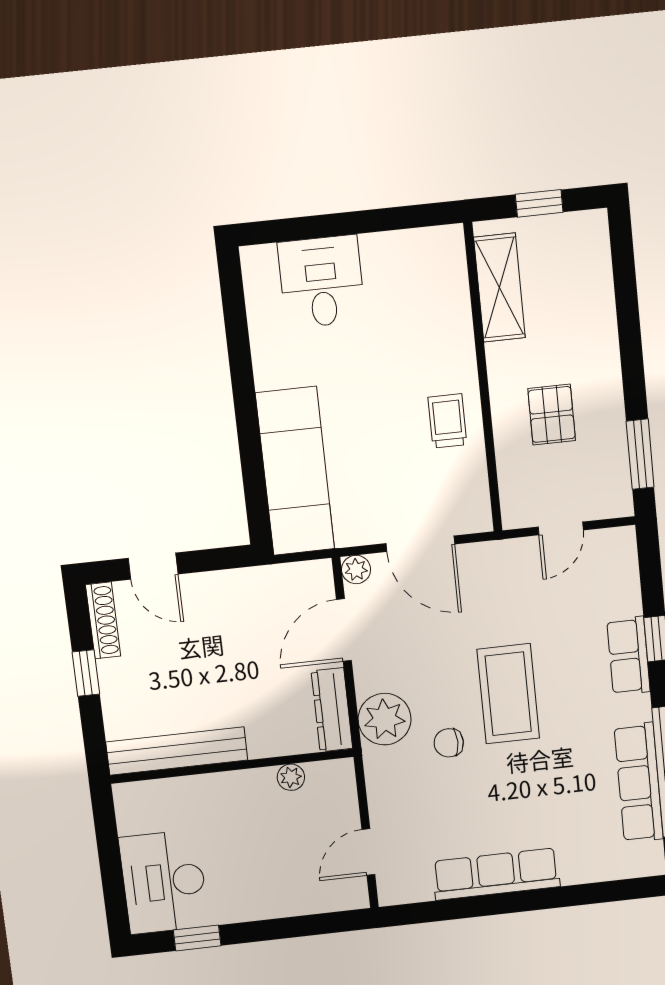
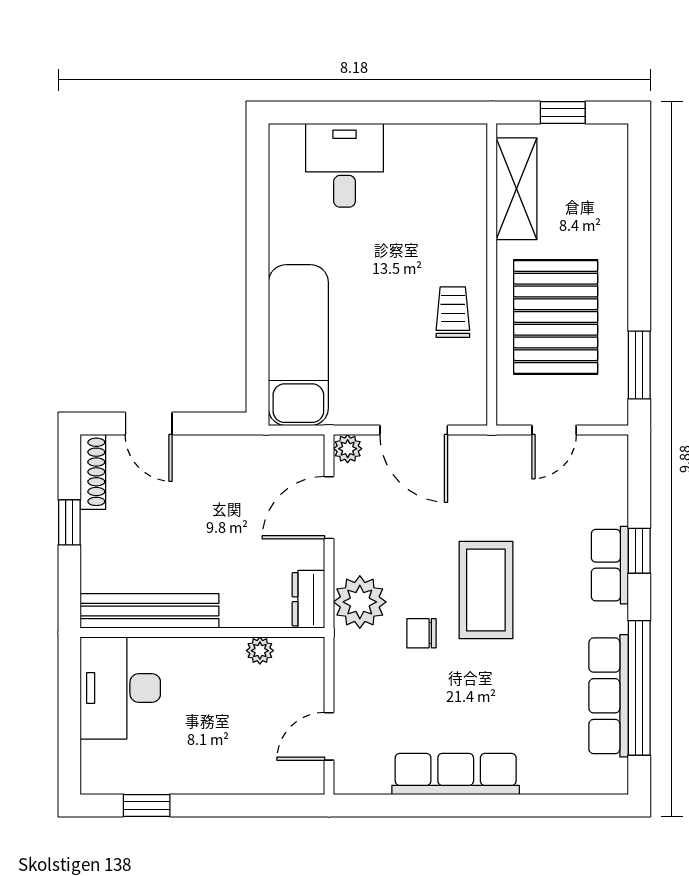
pallet: (552, 414) -> (556, 317), width x2.05, depth x2.00
dresser: (332, 710) -> (308, 599), width x0.70
desk: (164, 882) -> (120, 688), moved

